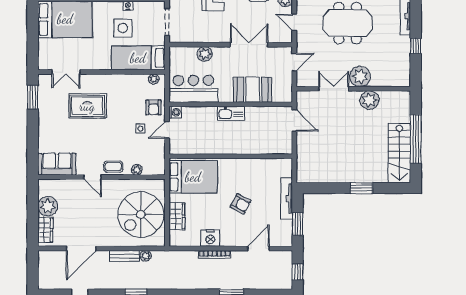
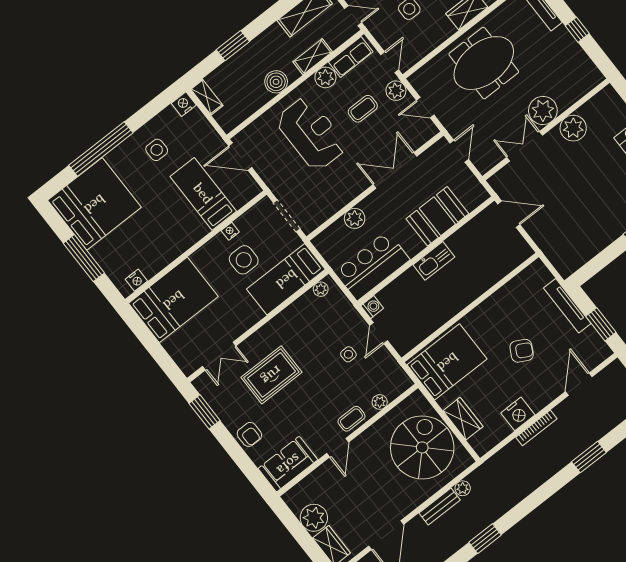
armchair: (153, 107) -> (249, 434), moved
door: (93, 177) -> (338, 448), hinge flipped
spiral stairs: (141, 215) -> (422, 447), turned 180

